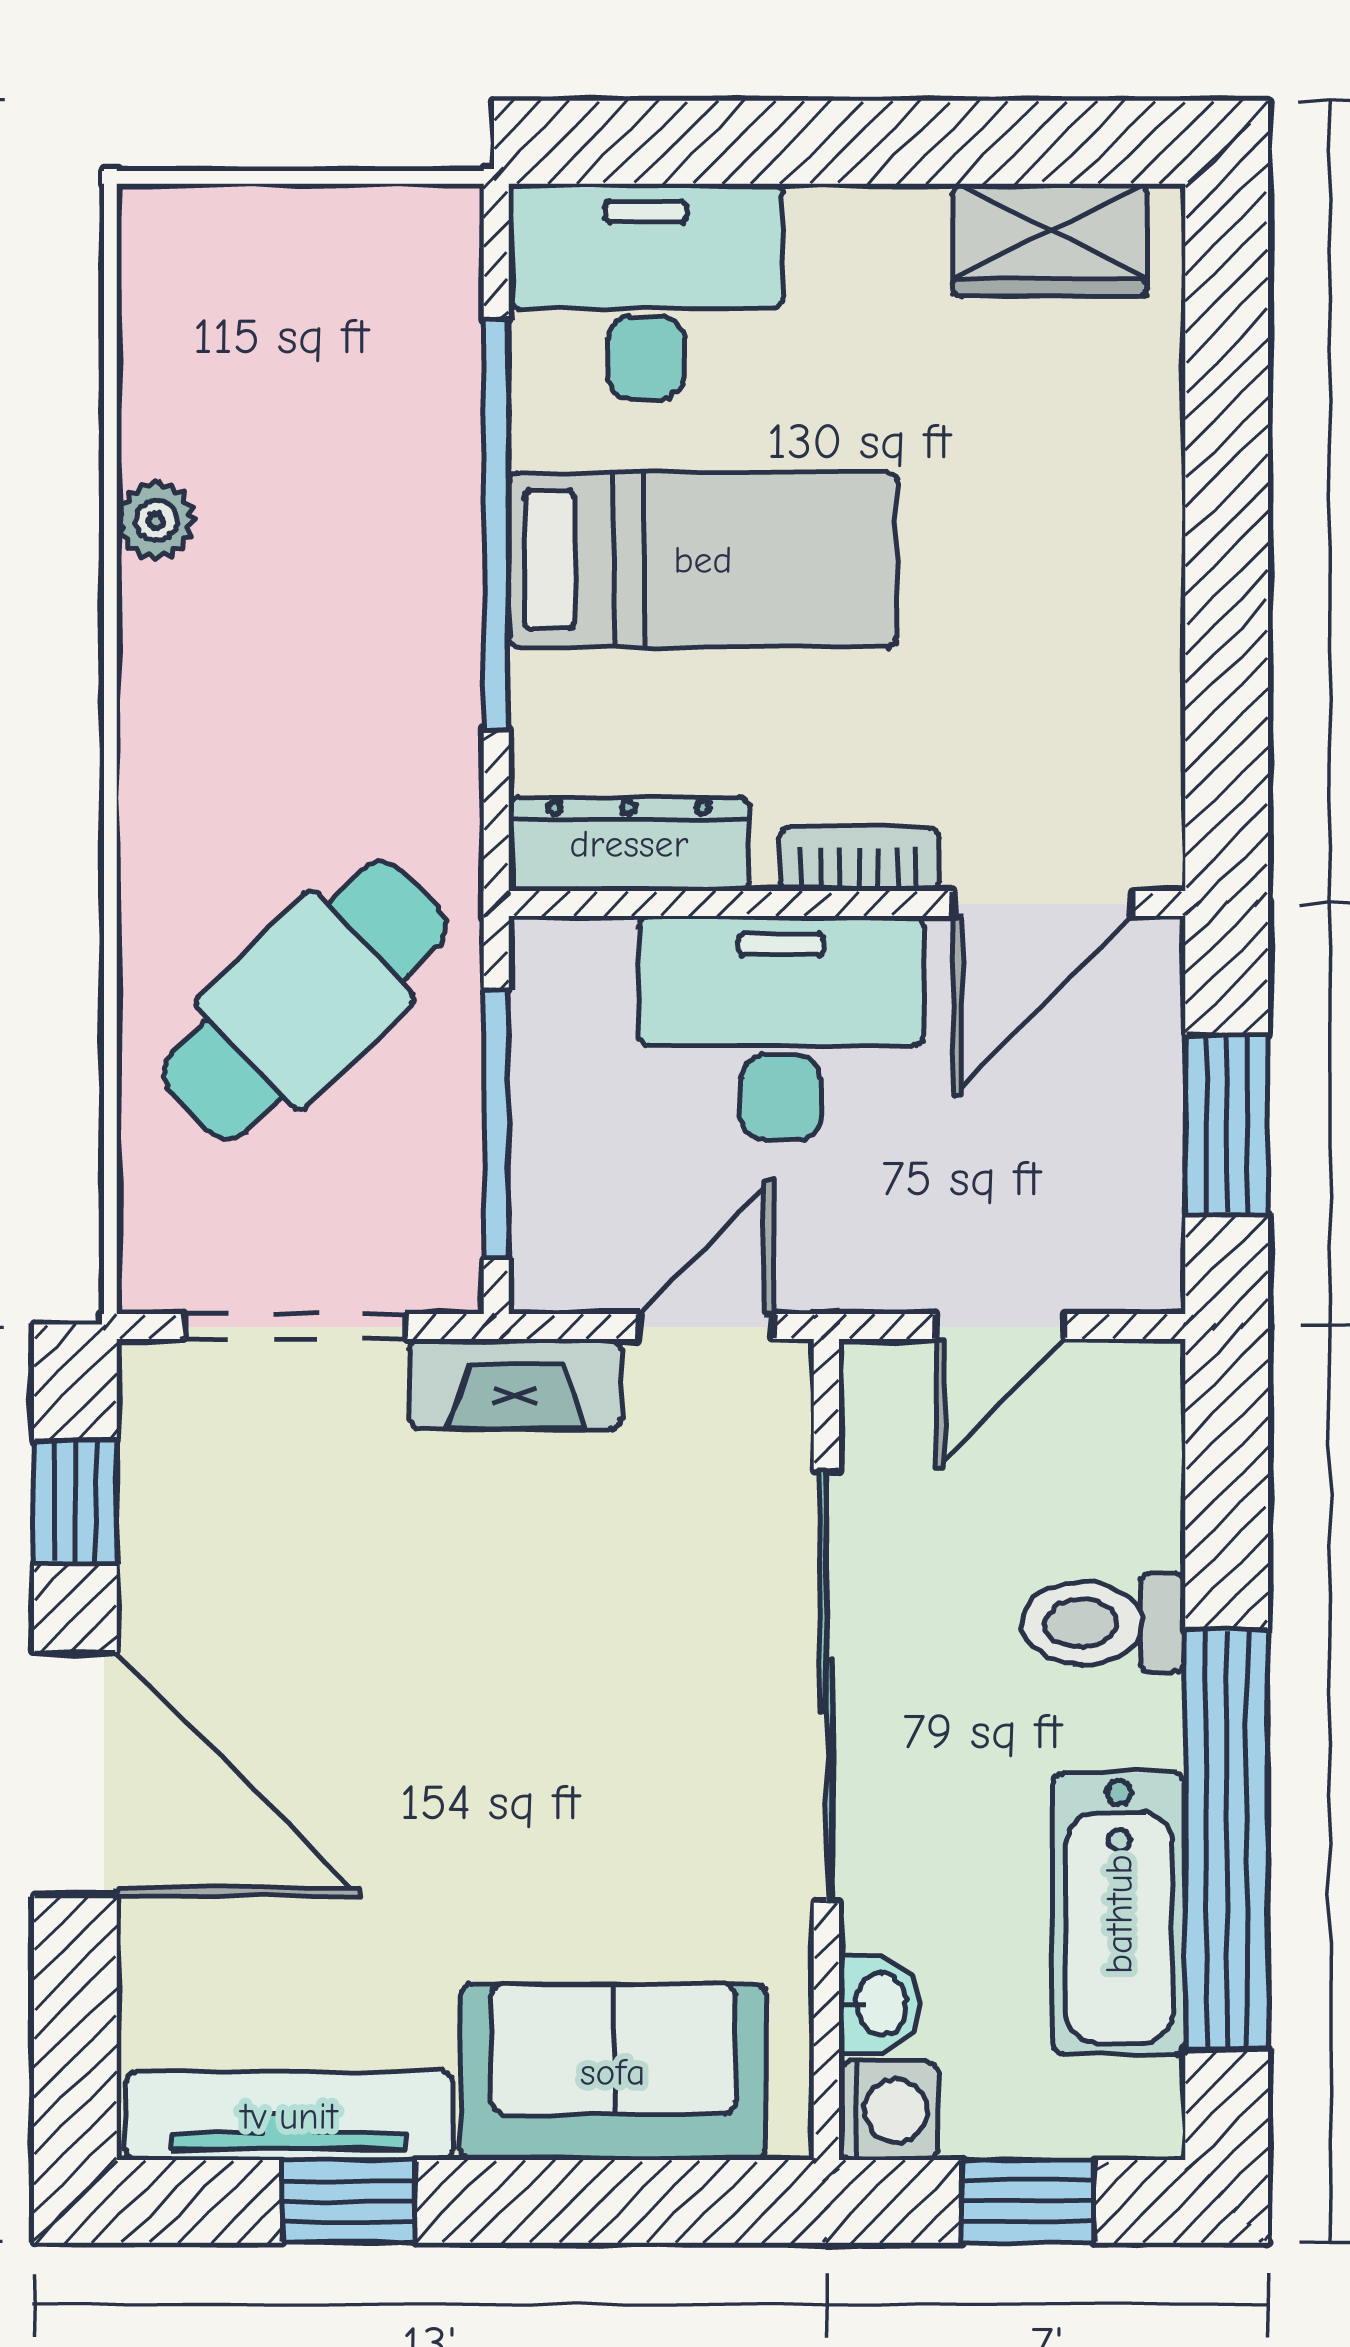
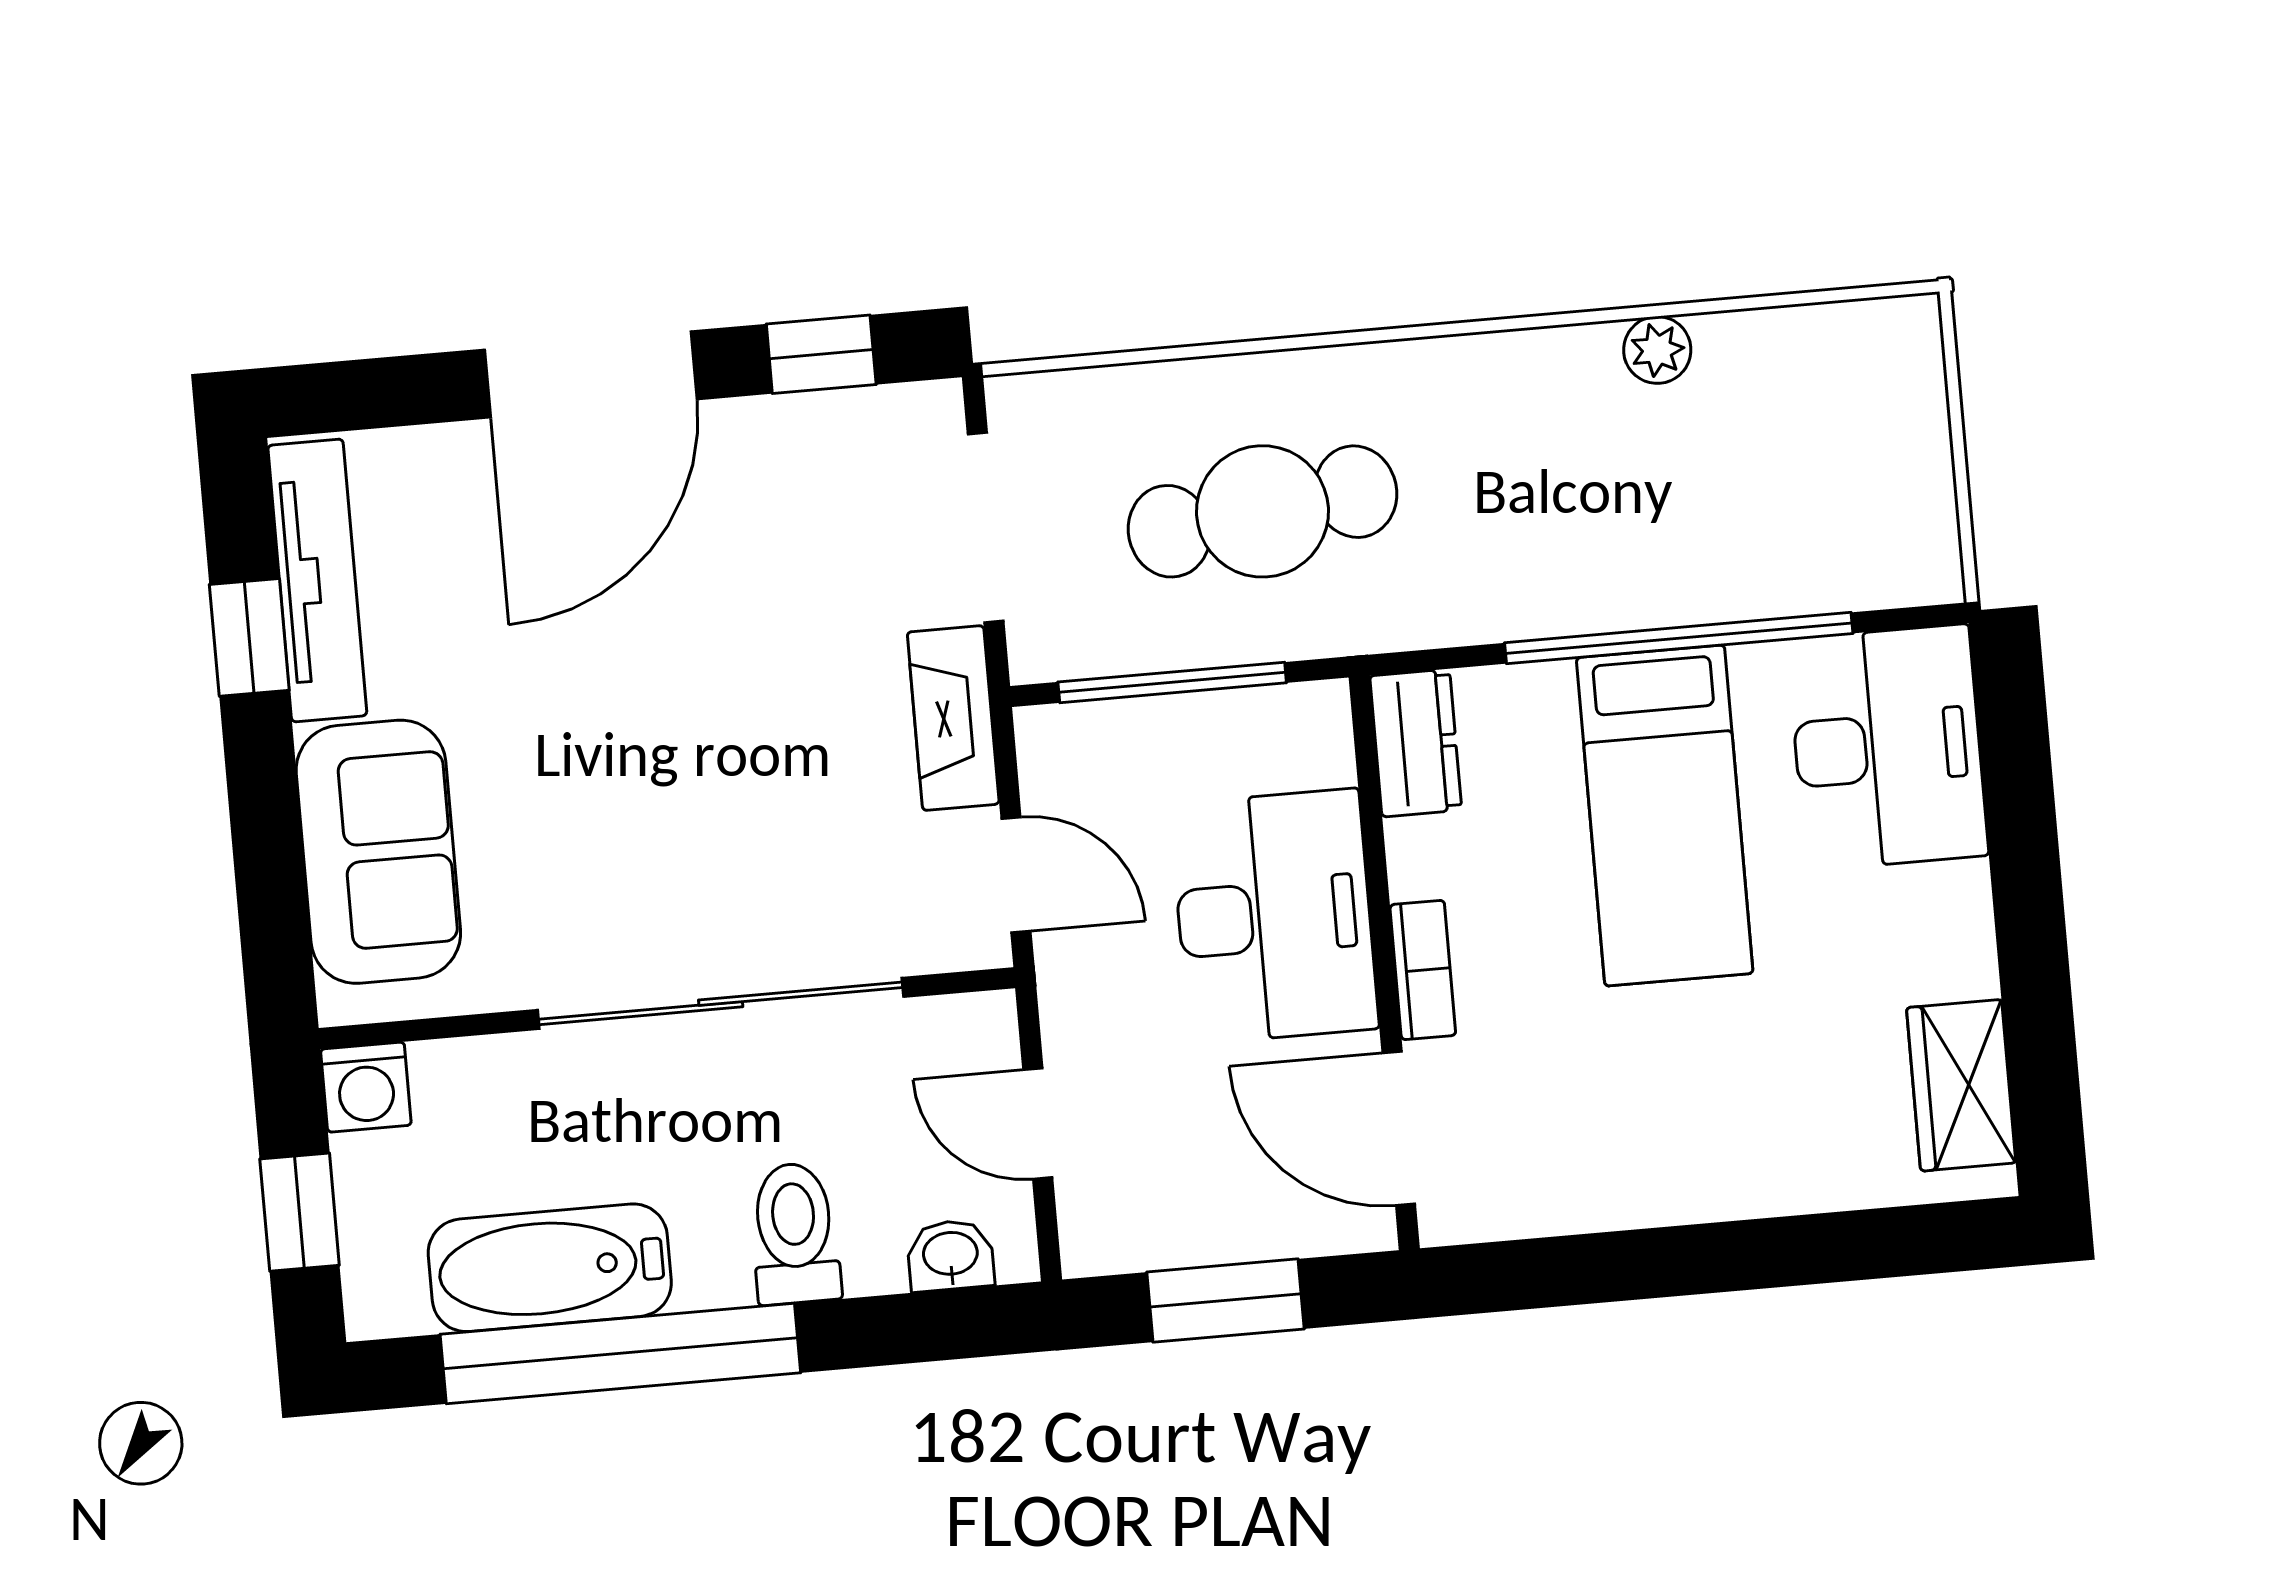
dresser: (629, 844) -> (1416, 743), width x0.70
cafe table: (305, 1000) -> (1262, 511), turned -53
washbasin: (879, 2004) -> (951, 1255), moved, turned 180

